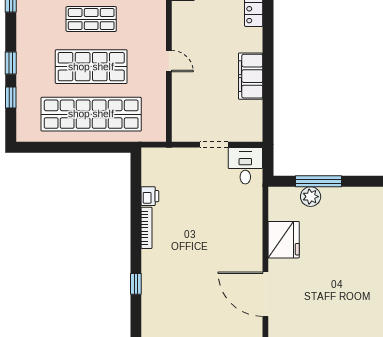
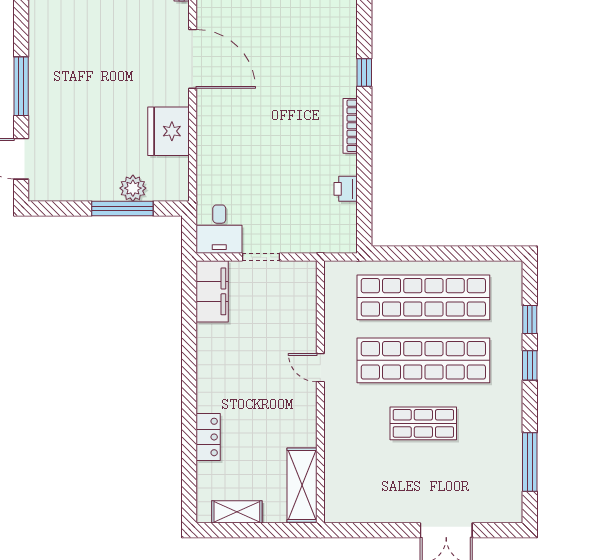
shop shelf: (91, 67) -> (423, 360), width x1.40
filing cabinet: (251, 76) -> (212, 291), moved
bookcase: (147, 228) -> (350, 126), moved

